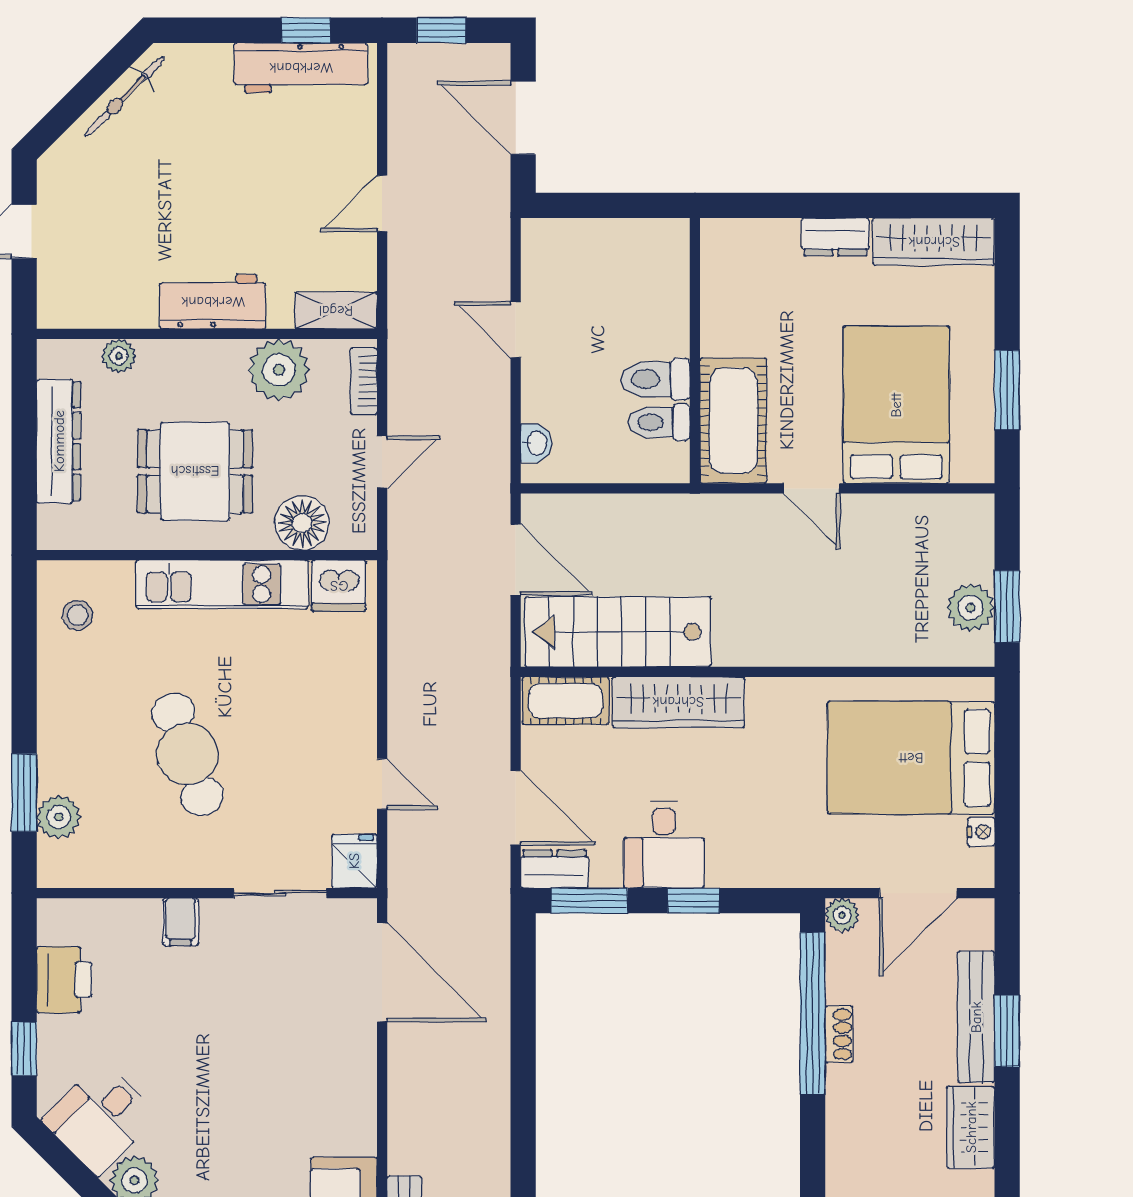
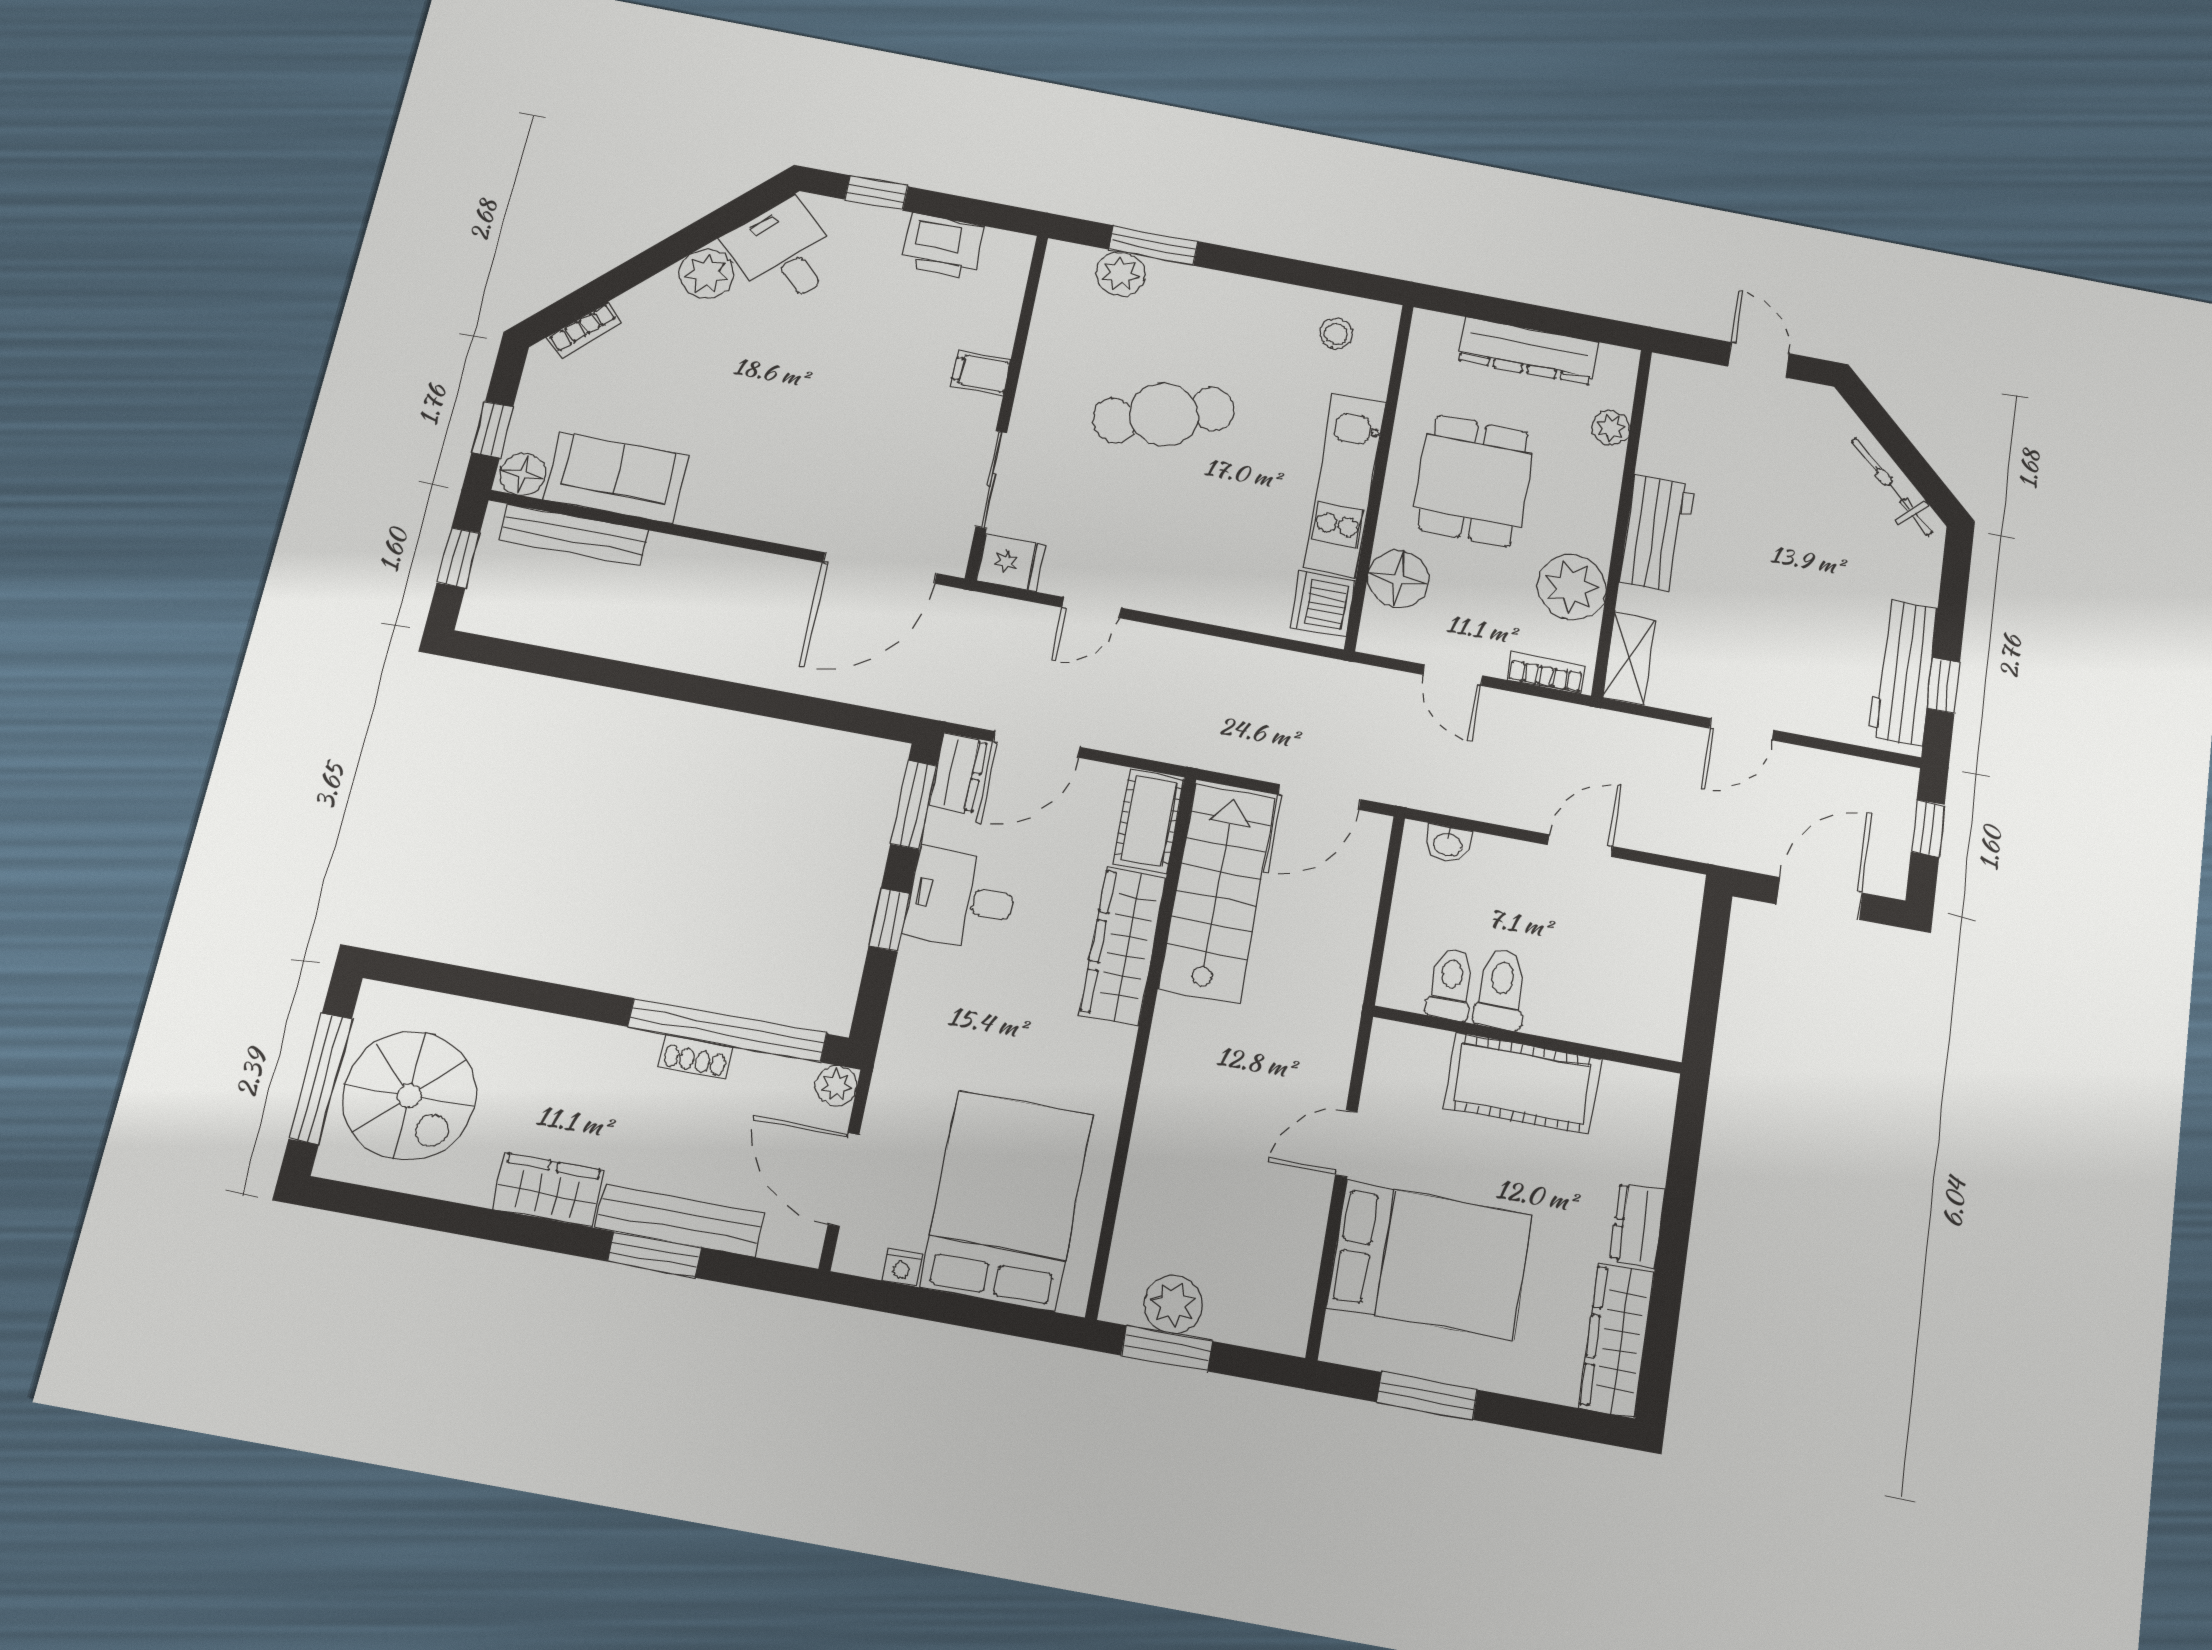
door: (382, 204) -> (1742, 729), swing flipped
cot: (733, 421) -> (1522, 1083), moved

